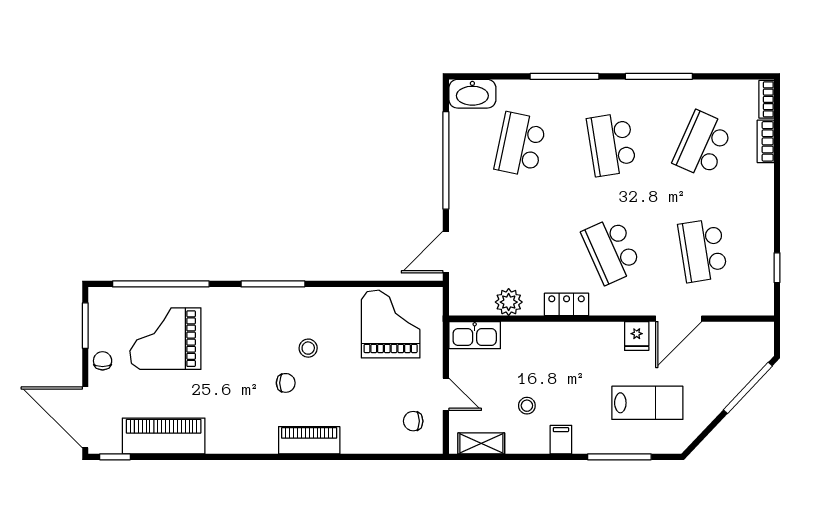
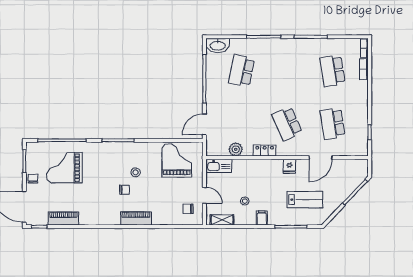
school desk: (611, 145) -> (287, 71), removed
school desk: (703, 145) -> (333, 71), turned -33
fridge: (637, 336) -> (289, 166), moved
piano: (164, 436) -> (63, 218), width x0.73, depth x0.75

